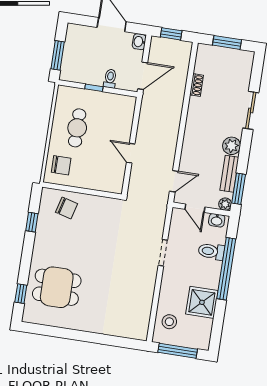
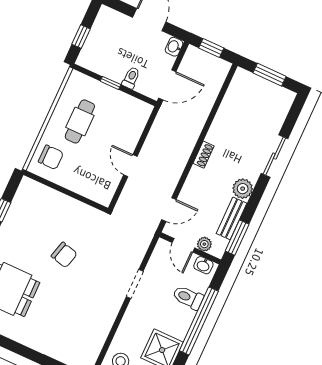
window: (58, 55) -> (81, 37), width x0.67
shoe rack: (197, 85) -> (203, 155), moved
plant: (225, 204) -> (204, 244), moved
chair: (66, 208) -> (64, 255), moved

